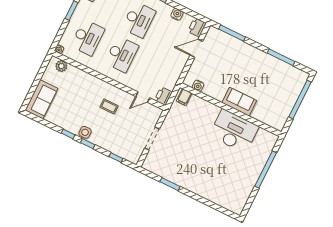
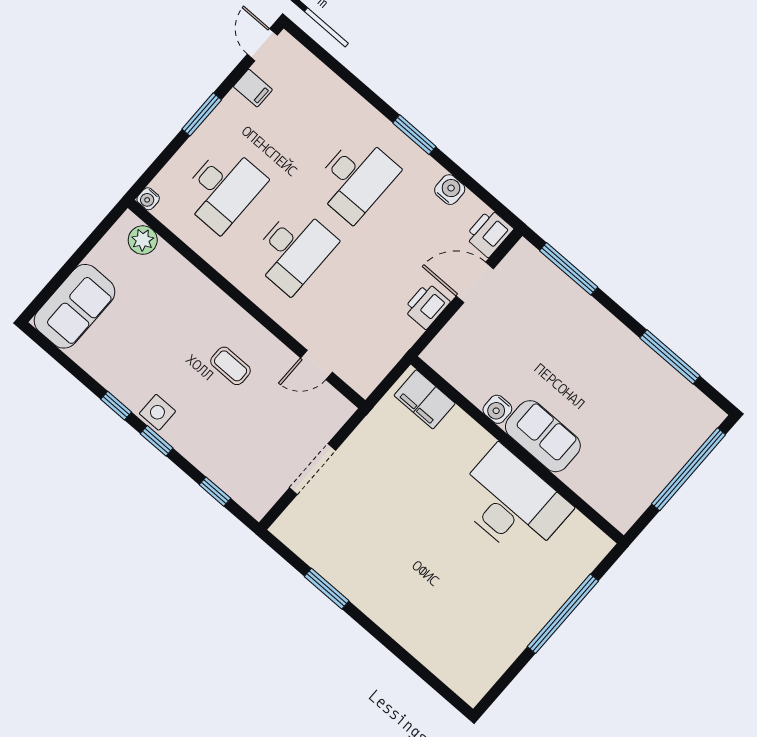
water cooler: (198, 86) -> (497, 409), moved
printer: (163, 96) -> (427, 306), moved
filing cabinet: (184, 97) -> (425, 399), width x2.00

